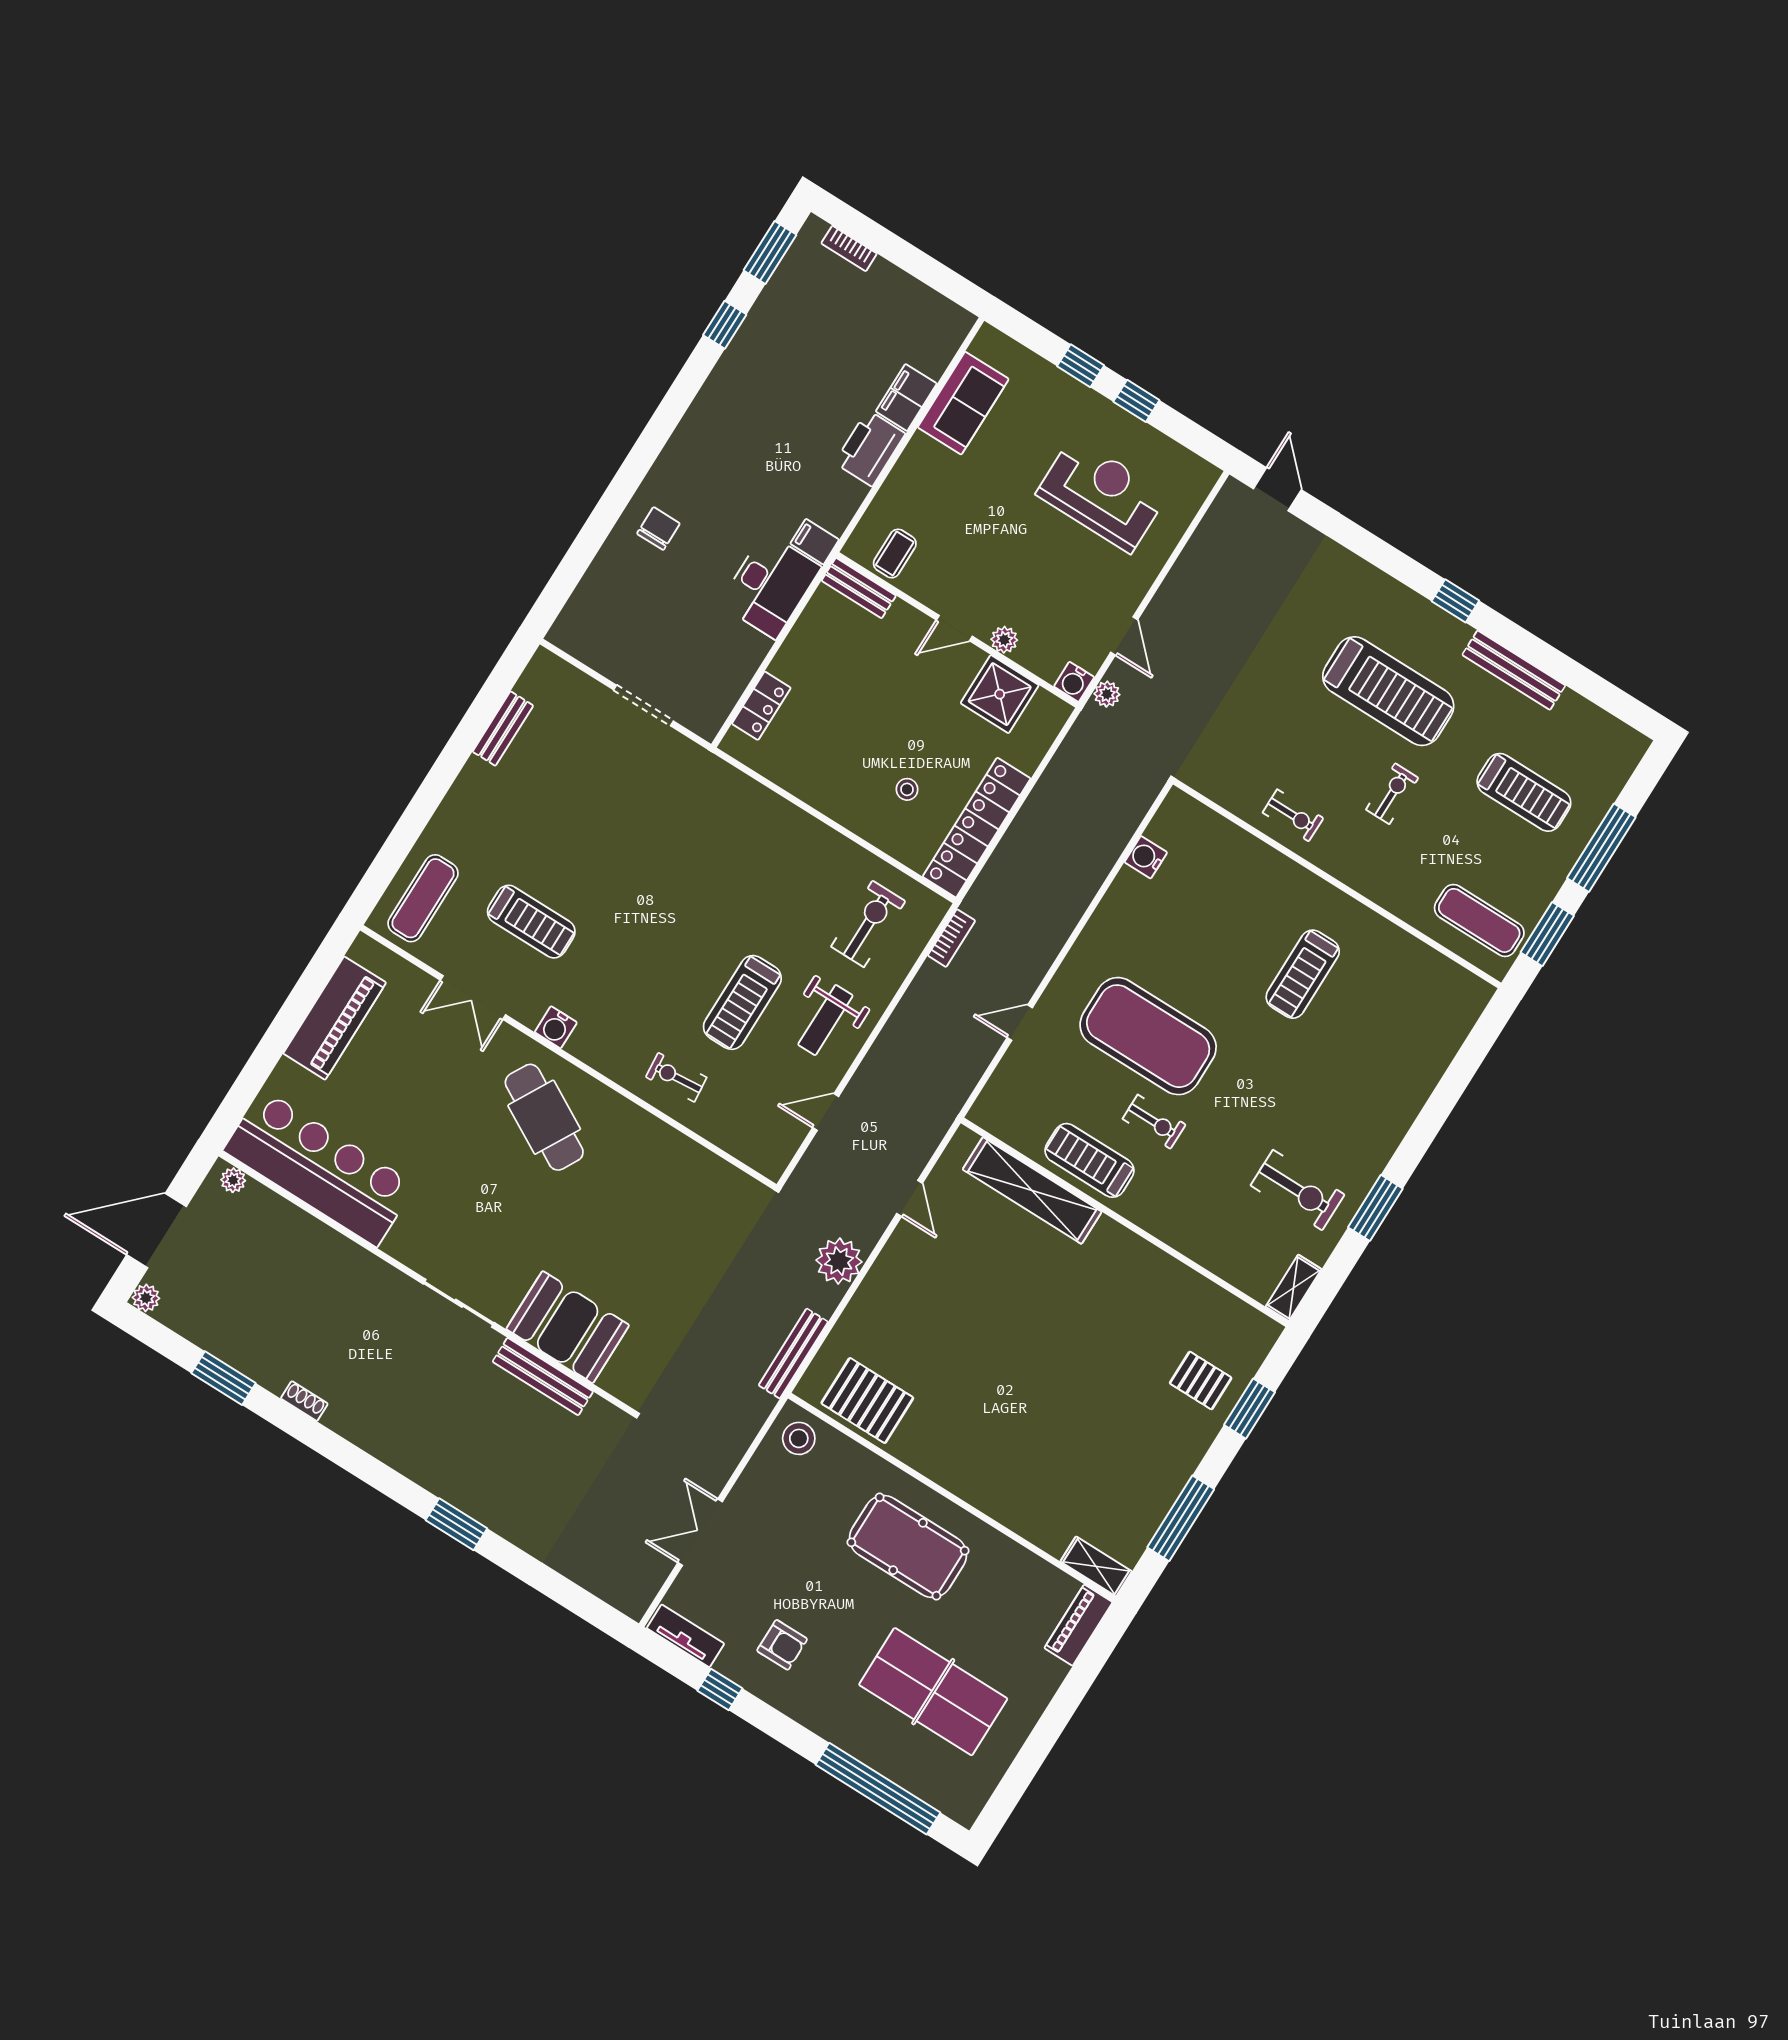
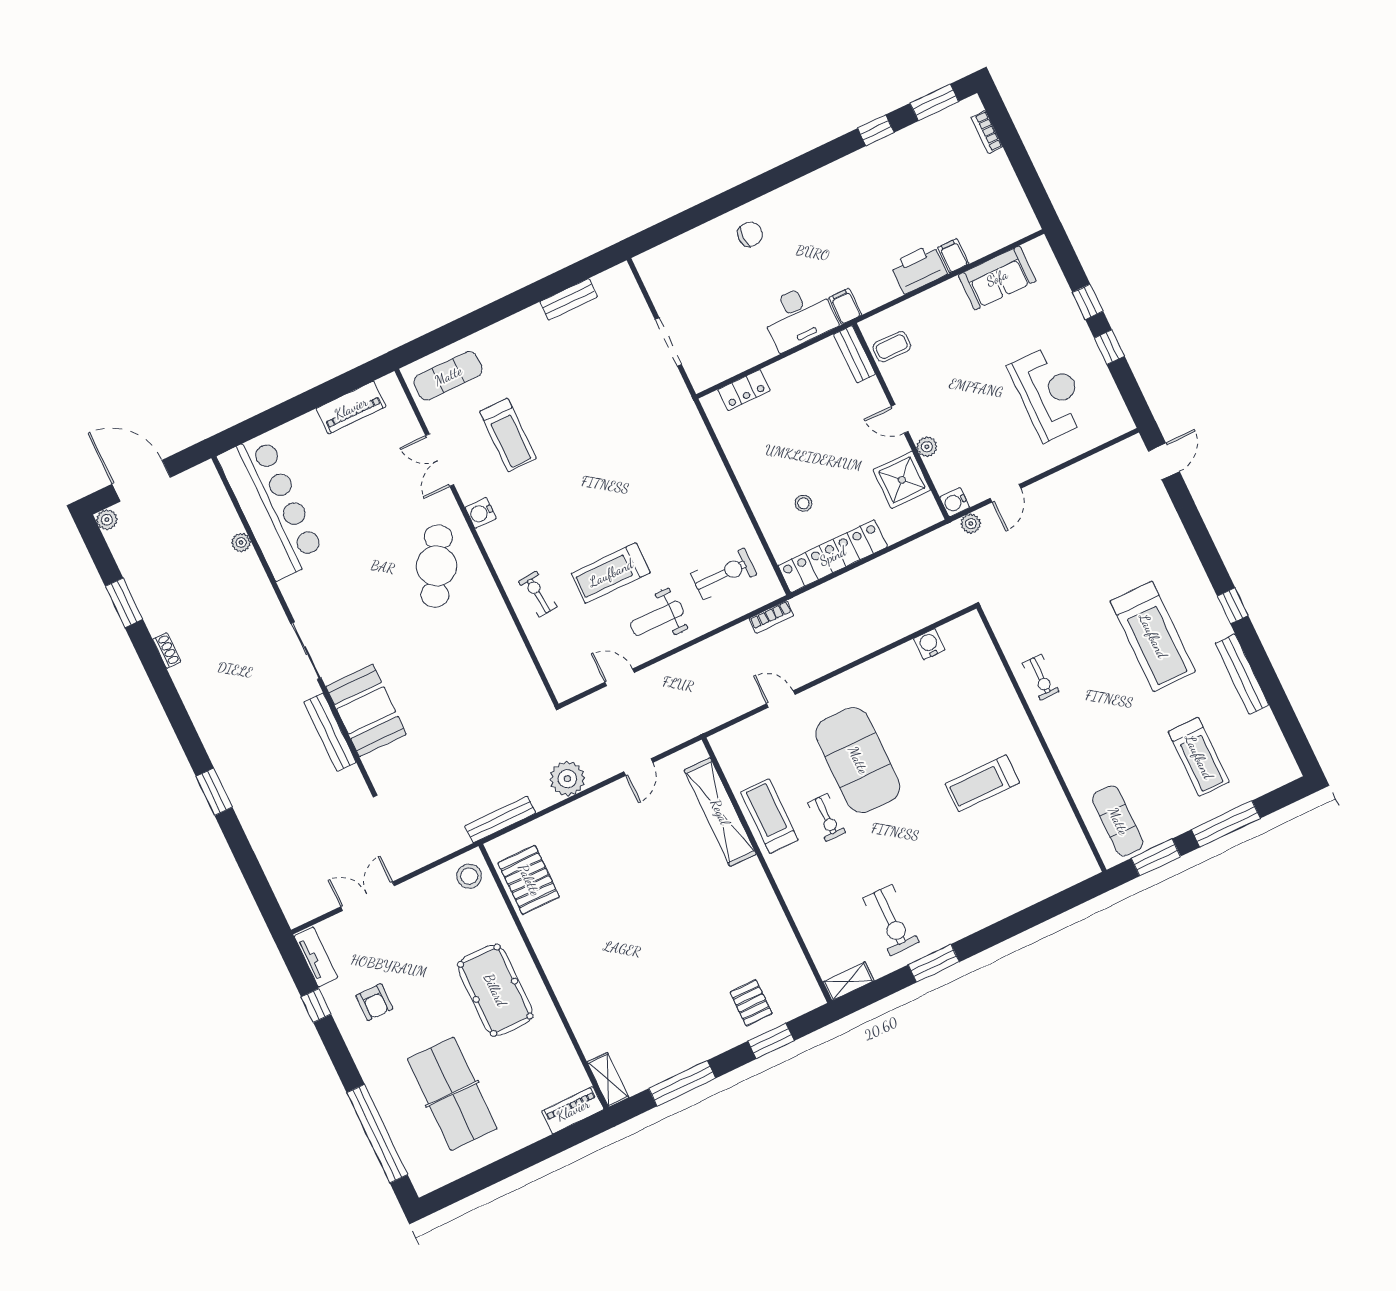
filing cabinet: (906, 398) -> (953, 256), width x0.50
exercise bike: (1392, 794) -> (1114, 704), removed
piano: (335, 1018) -> (351, 408), width x0.73, depth x0.75
plant: (233, 1180) -> (241, 542), moved

